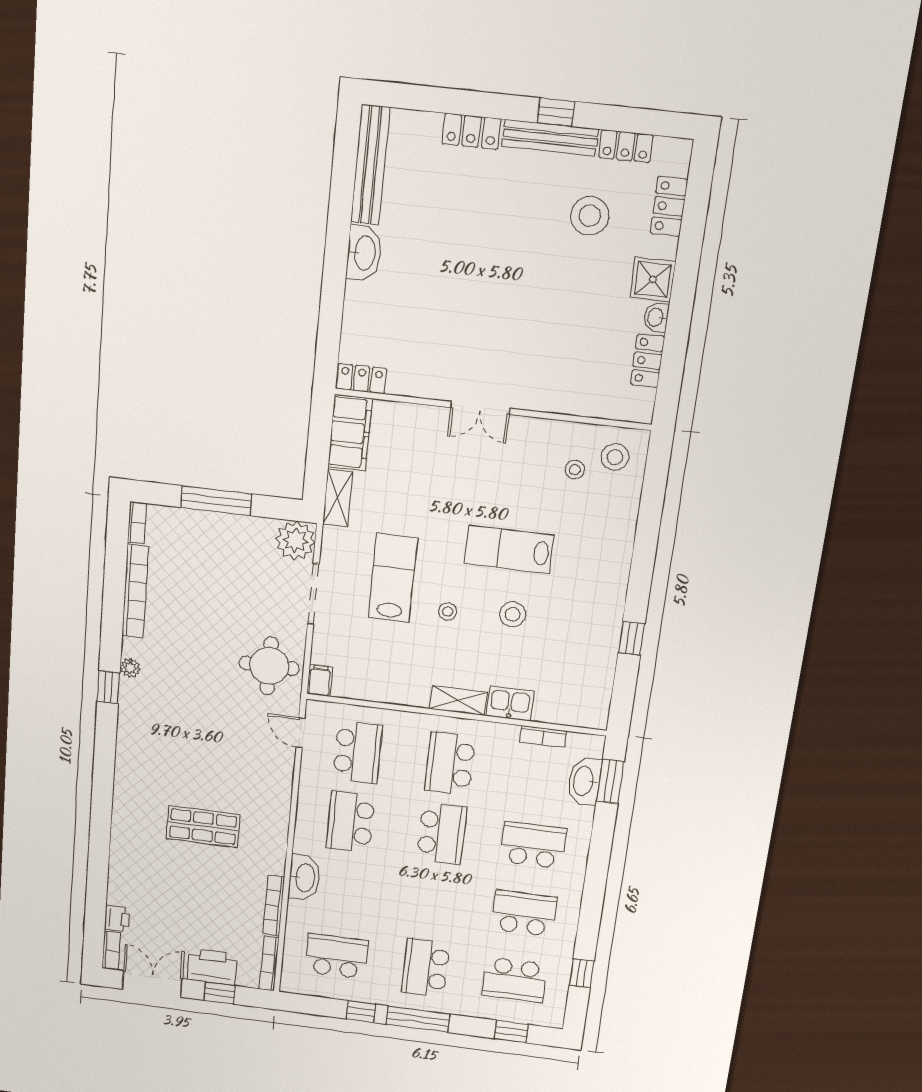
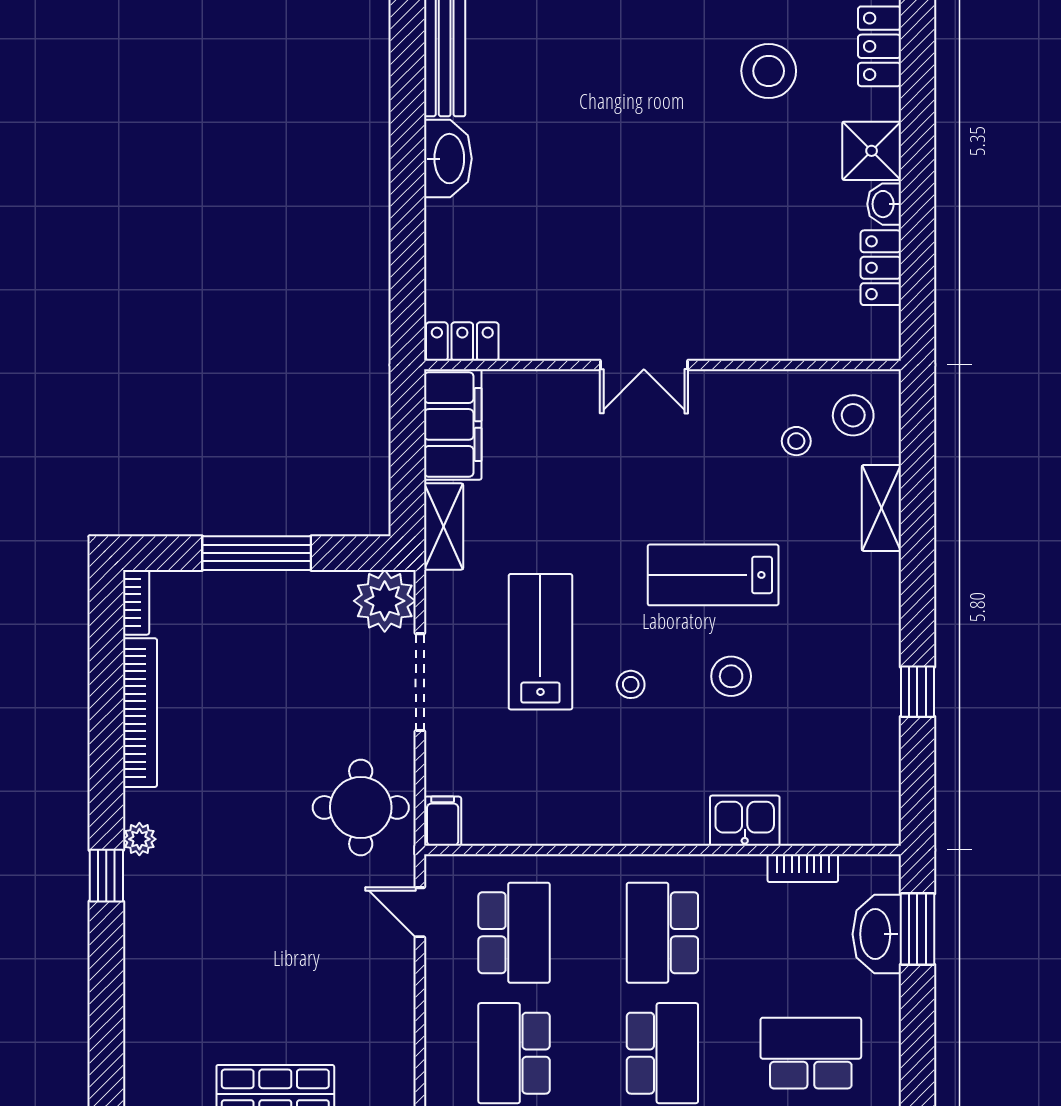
shelving: (458, 701) -> (881, 508), moved, turned 90

